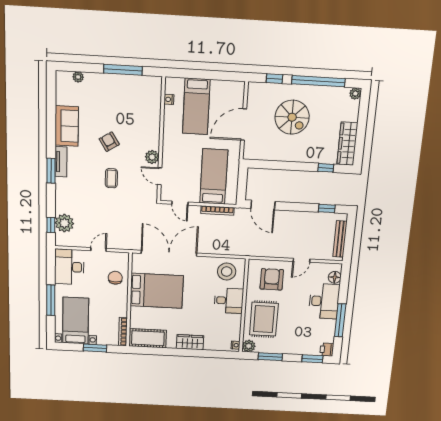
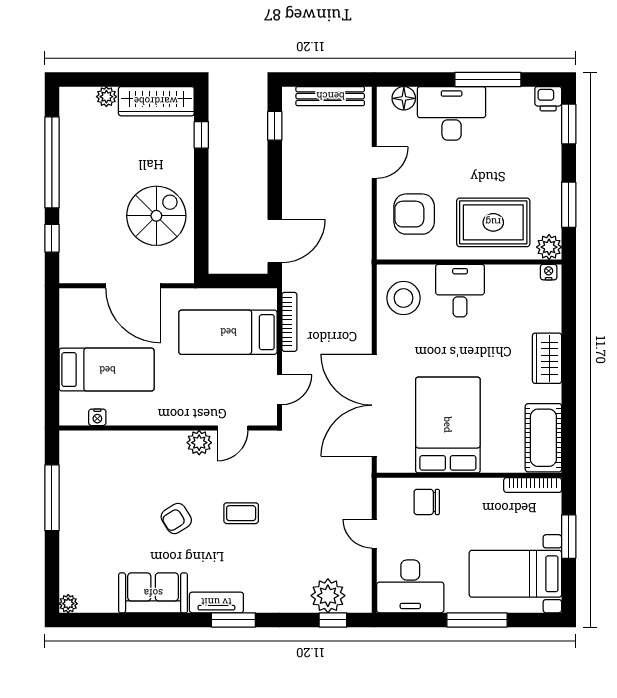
plant: (78, 77) -> (68, 604), moved
plant: (355, 94) -> (106, 97), moved
spiral stairs: (292, 117) -> (156, 216), moved
door: (301, 260) -> (374, 163), hinge flipped

